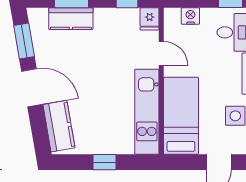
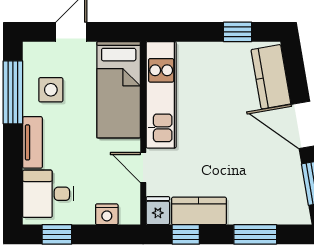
kitchen counter: (71, 19) -> (199, 211), moved
window: (104, 162) -> (238, 32), moved

